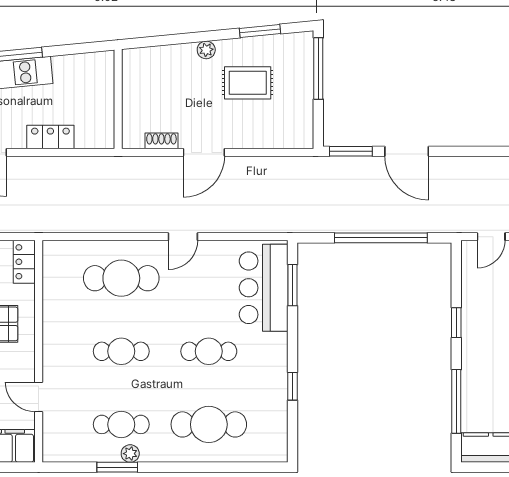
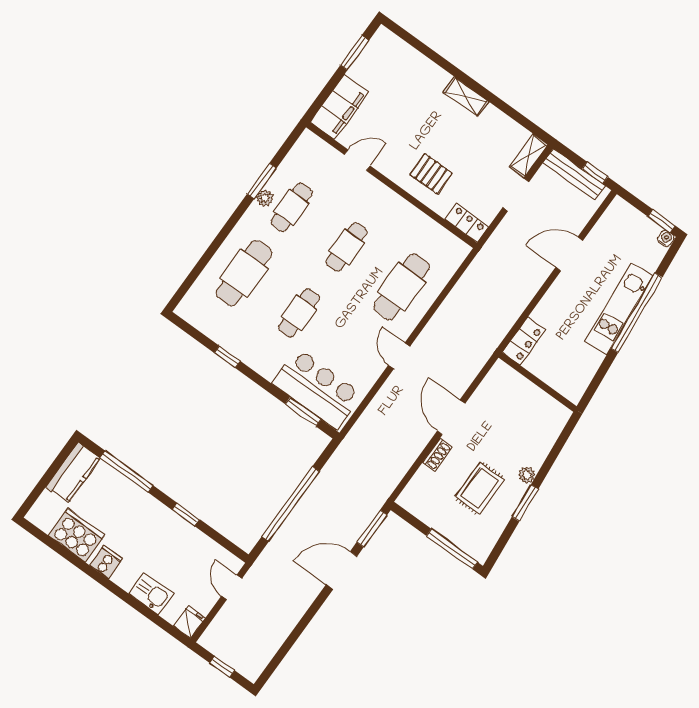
window: (260, 31) -> (525, 503), moved
locker: (50, 137) -> (524, 341), moved
shoe rack: (161, 141) -> (437, 455), moved

